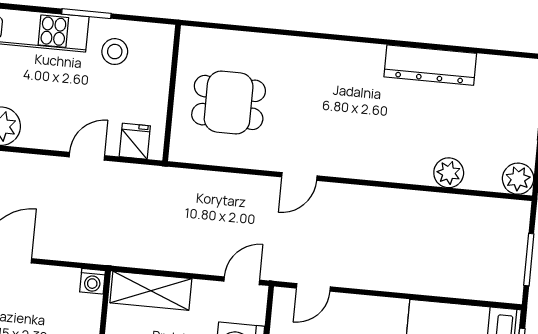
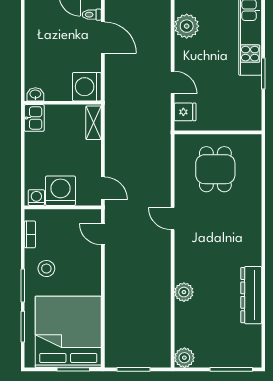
stool: (115, 52) -> (241, 94), removed
plant: (449, 173) -> (184, 292), moved
washing machine: (92, 281) -> (87, 87), width x1.89, depth x1.89
shelving: (151, 291) -> (94, 123), width x0.67, depth x0.75

